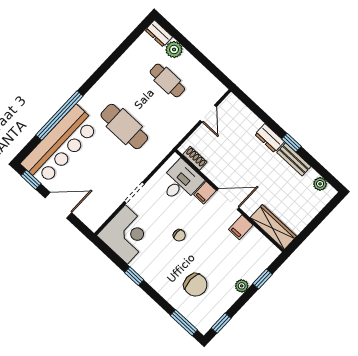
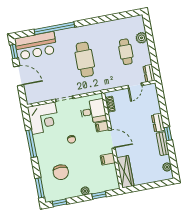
dresser: (159, 33) -> (149, 73), moved
bar counter: (60, 145) -> (36, 46), width x0.73
window: (134, 276) -> (31, 144), width x2.17

